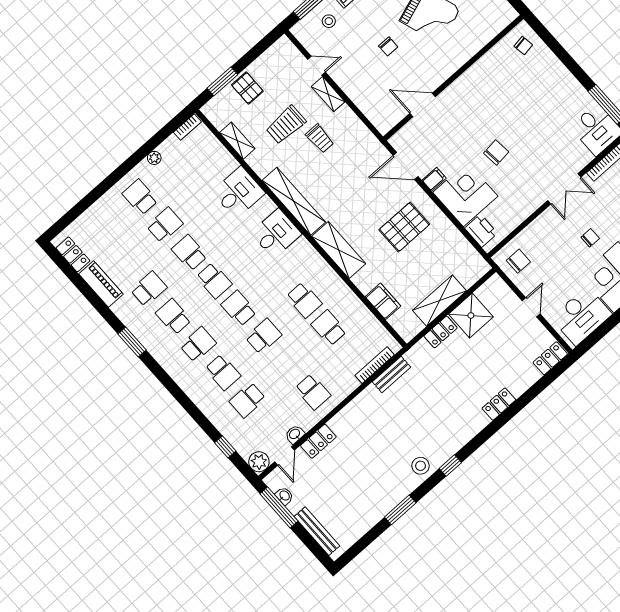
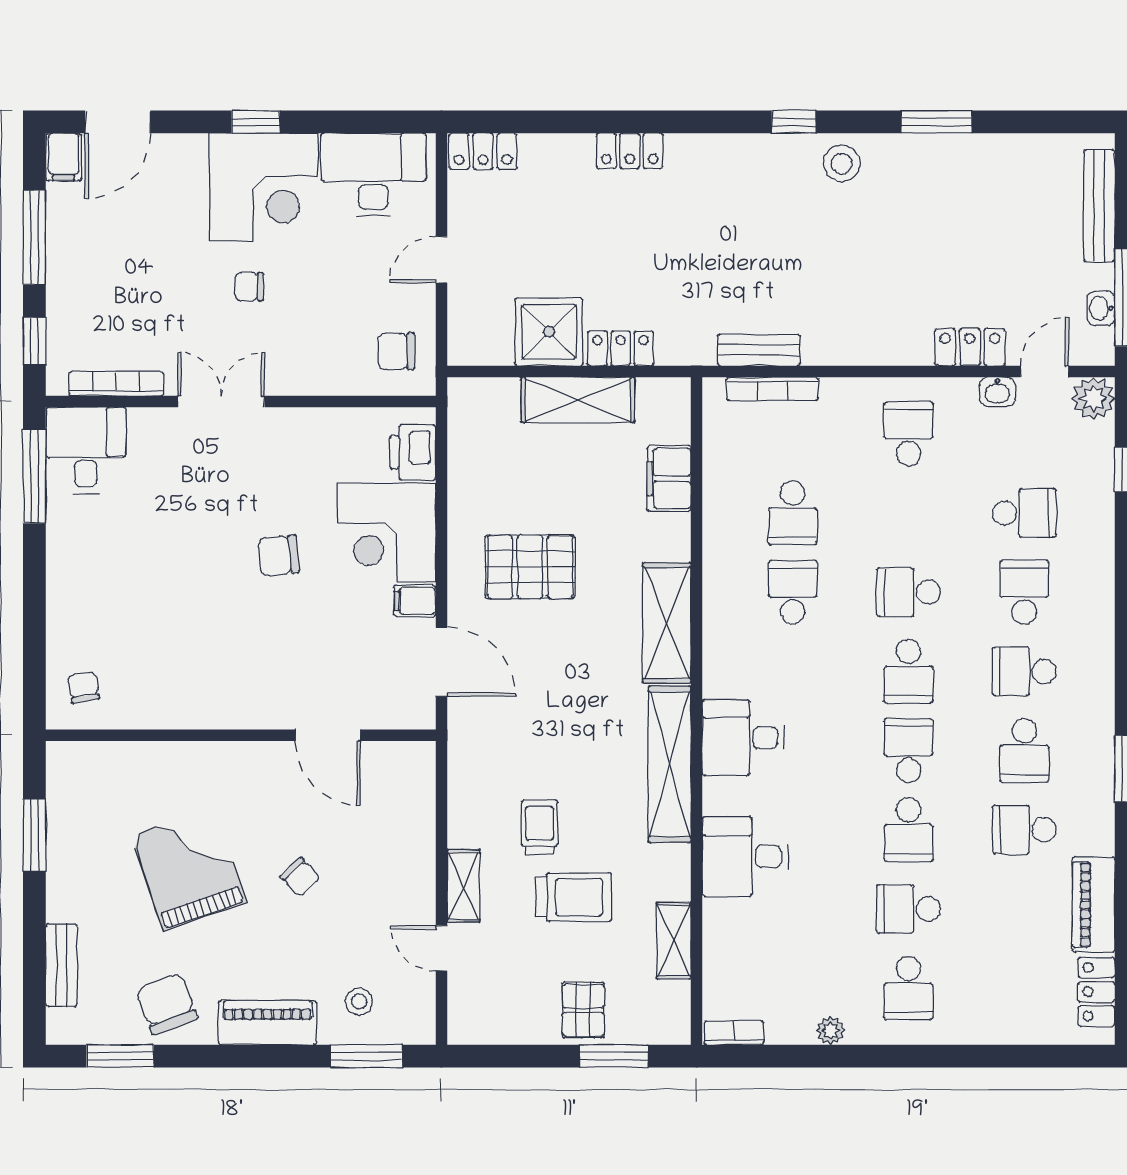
chair: (388, 46) -> (300, 877), turned 136

